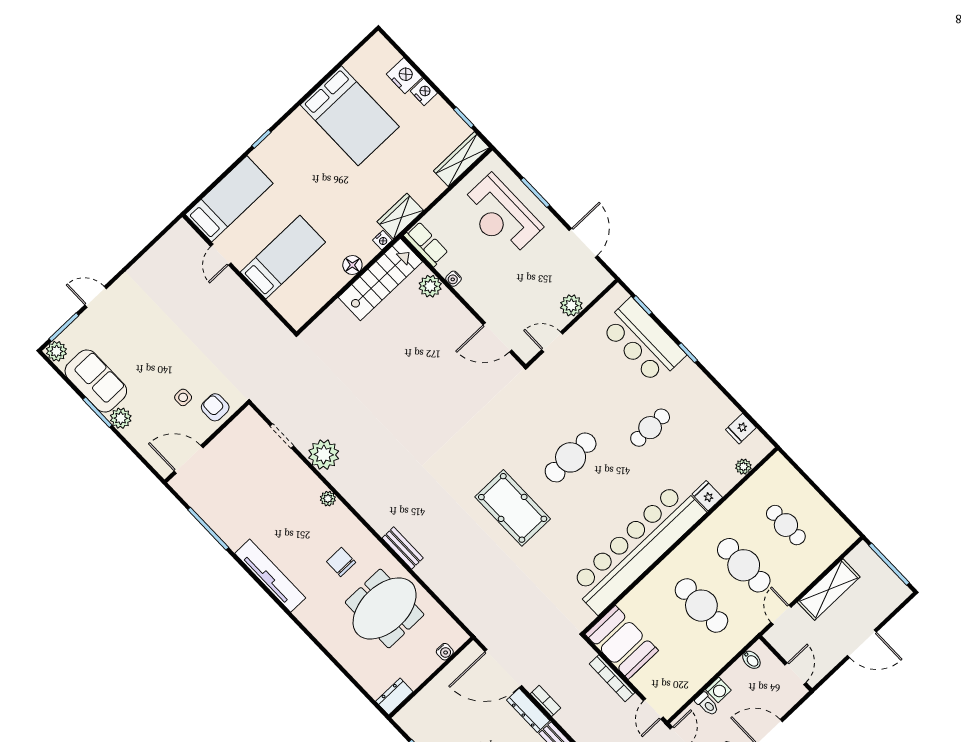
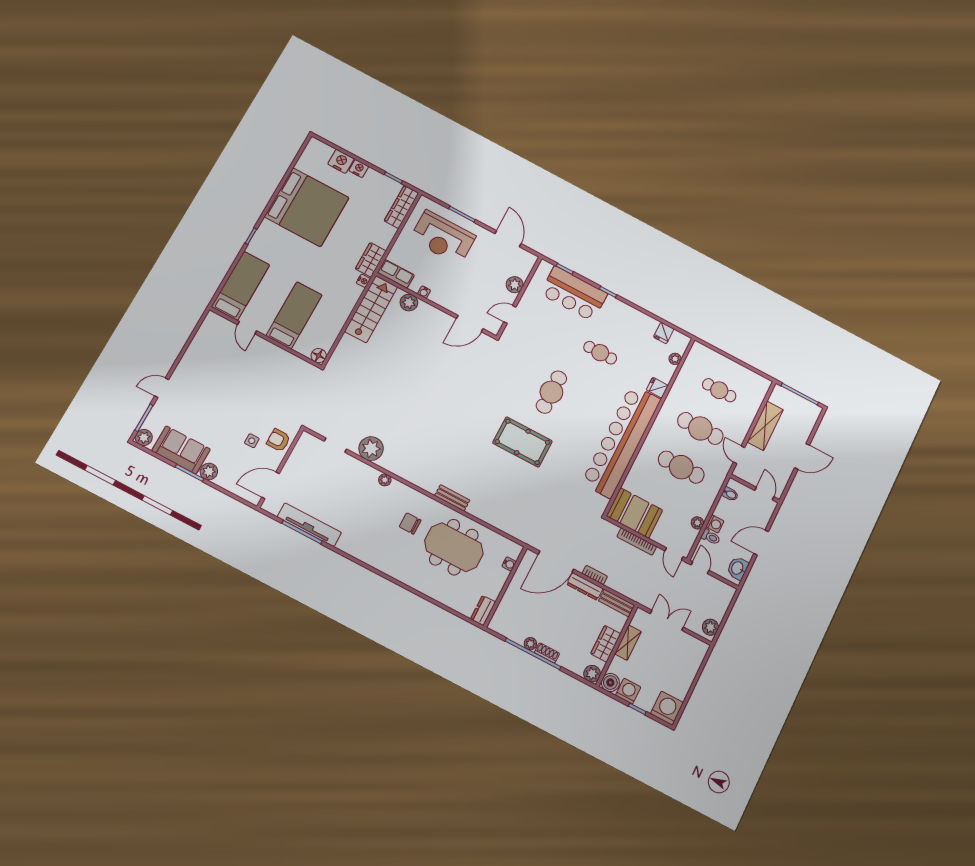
bed: (350, 116) -> (307, 207), width x1.36
floor lamp: (352, 265) -> (319, 356), moved
cafe table: (650, 428) -> (600, 353), turned 90
tv unit: (270, 576) -> (309, 525), moved
meeting table: (385, 608) -> (454, 547), turned 90
plant: (697, 681) -> (697, 523), added

